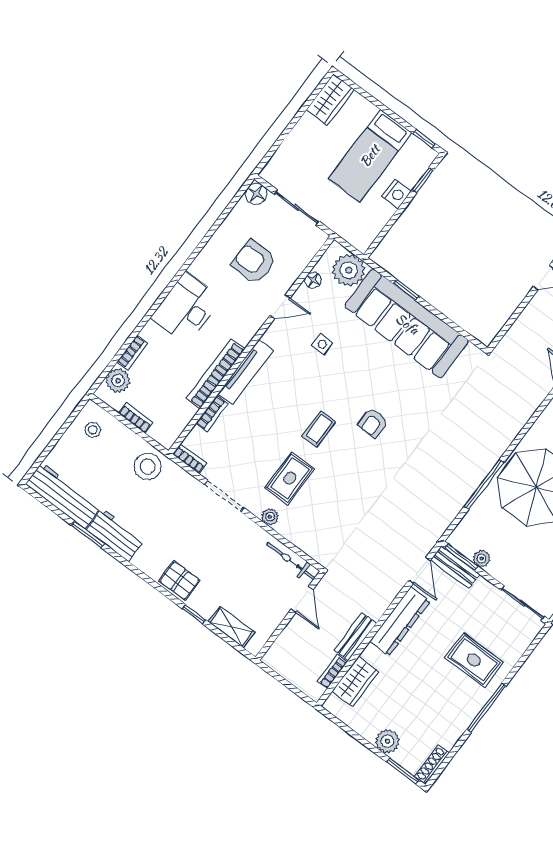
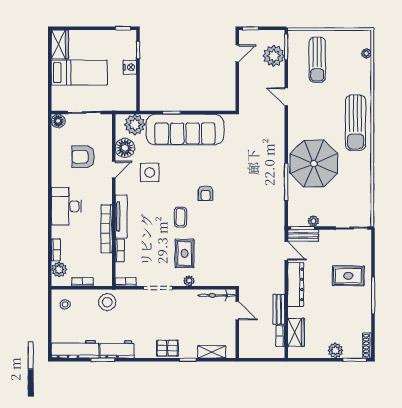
bed: (370, 156) -> (79, 73), moved, turned -90
floor lamp: (313, 280) -> (125, 148), width x1.89, depth x1.89
side table: (322, 344) -> (150, 173), width x1.87, depth x1.87

